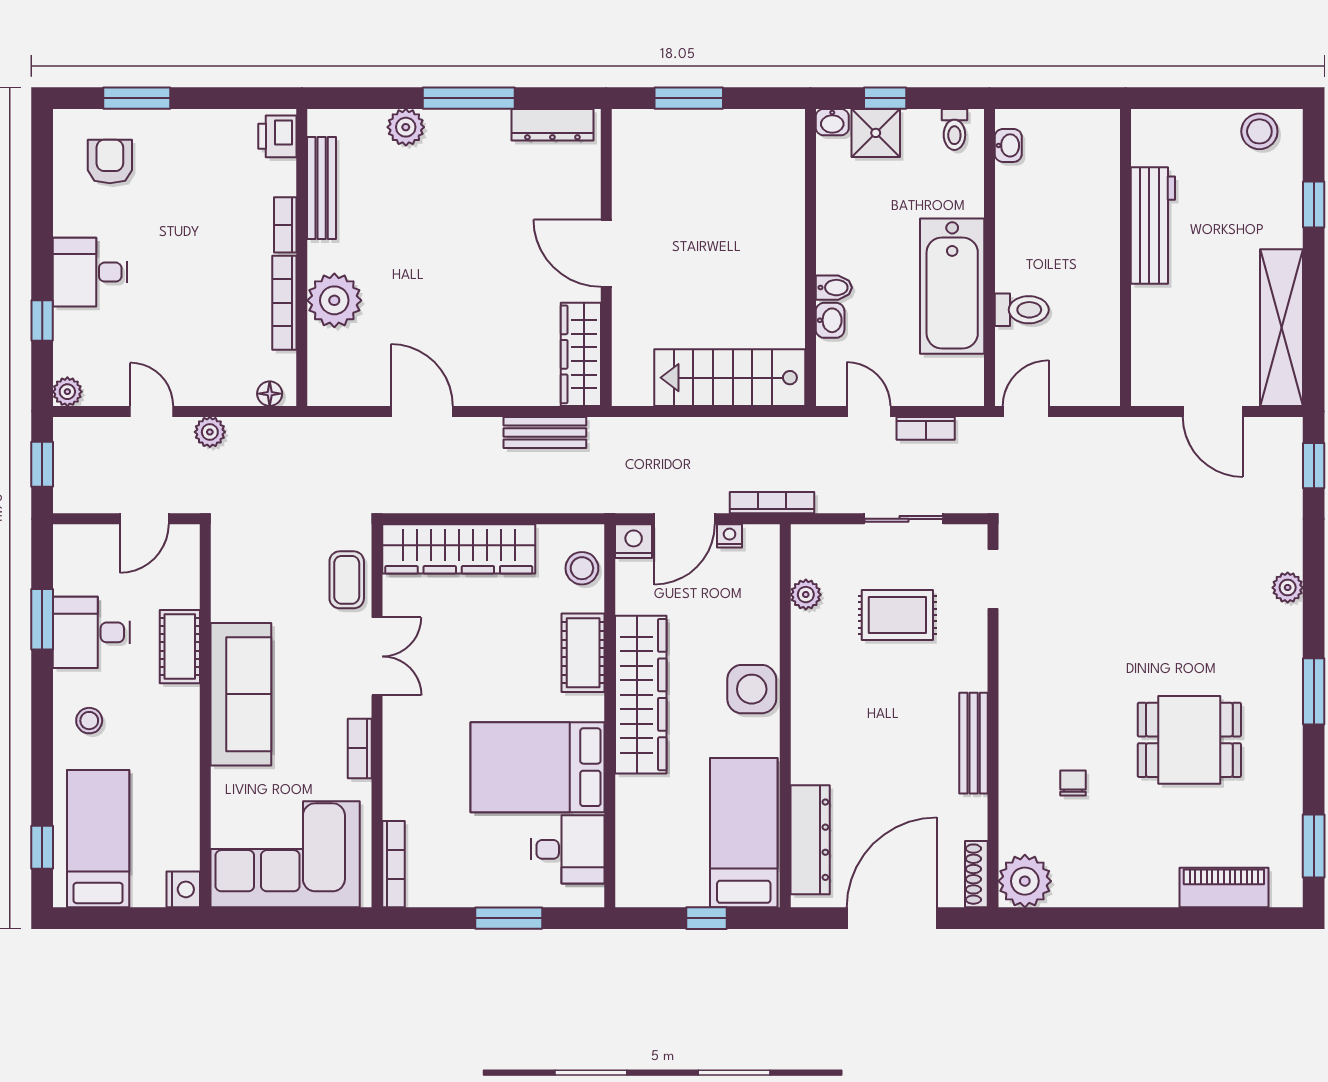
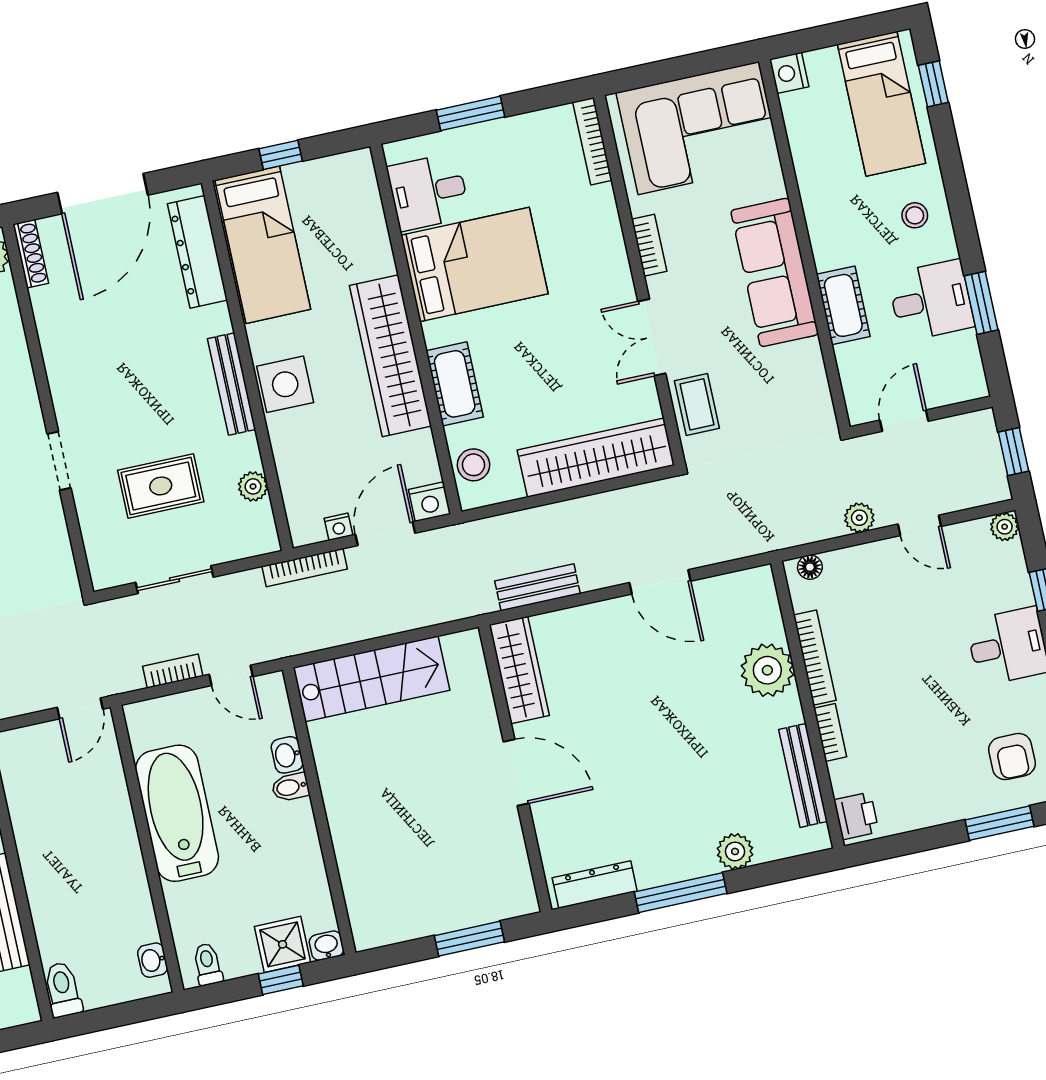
toilet: (1022, 310) -> (63, 990), moved, turned 90
doorway: (993, 579) -> (59, 461), moved
bench: (974, 743) -> (232, 384), moved

